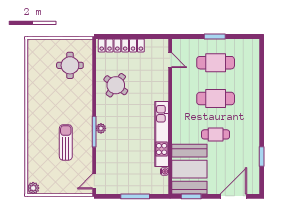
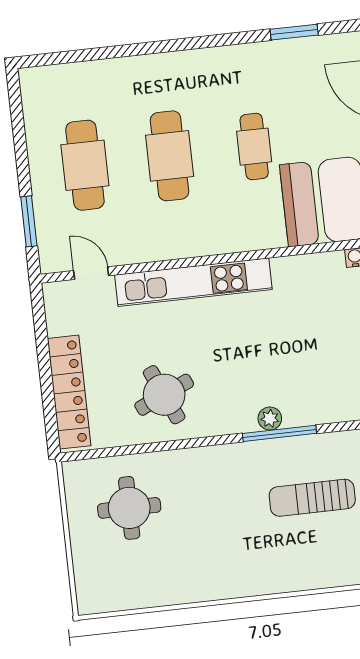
window: (215, 37) -> (29, 221), moved
door: (170, 60) -> (91, 273), hinge flipped
round table: (116, 85) -> (164, 395), turned 30
kitchen unit: (162, 134) -> (193, 282), moved

